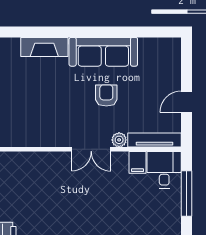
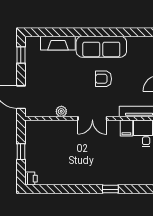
armchair: (106, 95) -> (104, 79), turned -90
plant: (119, 140) -> (61, 111), moved

